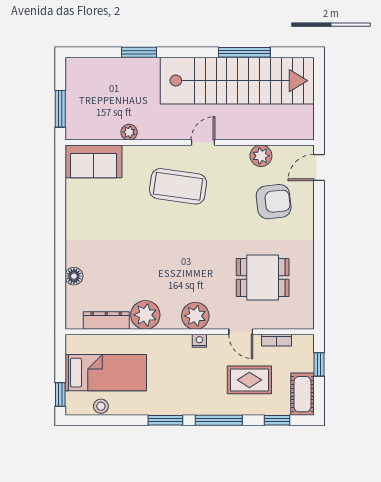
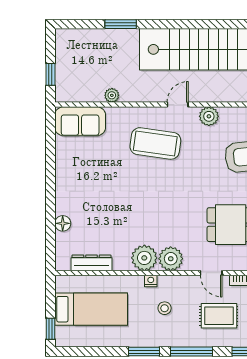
window: (244, 52) -> (214, 24), removed
window: (60, 109) -> (50, 74), width x0.67
plant: (261, 156) -> (209, 116), moved
plant: (145, 315) -> (144, 258), moved
nightstand: (199, 341) -> (151, 281), moved
stool: (101, 406) -> (165, 308), moved

